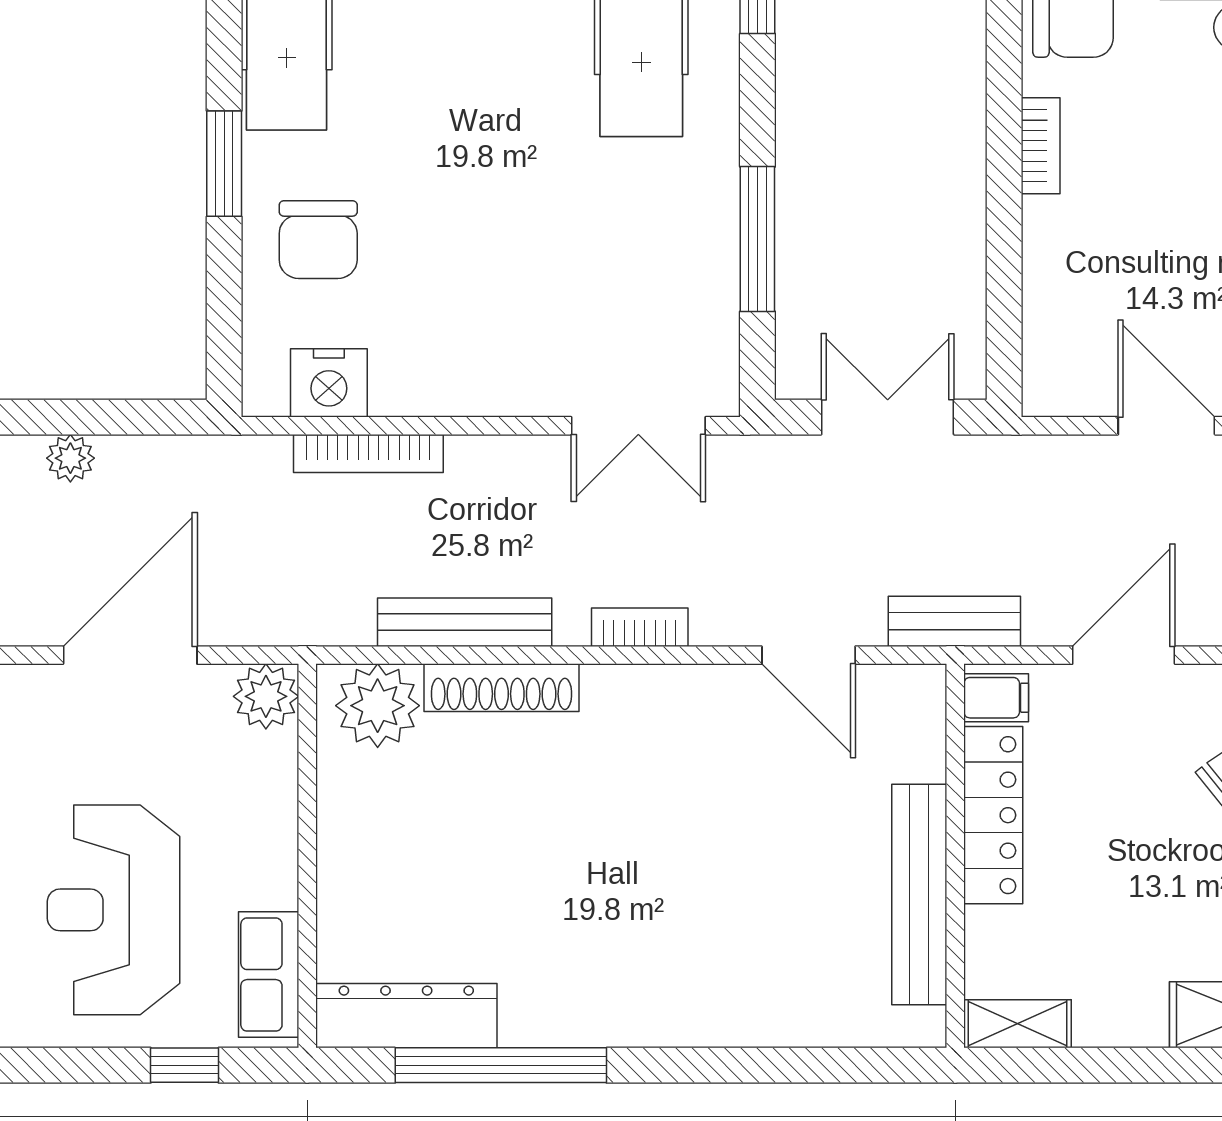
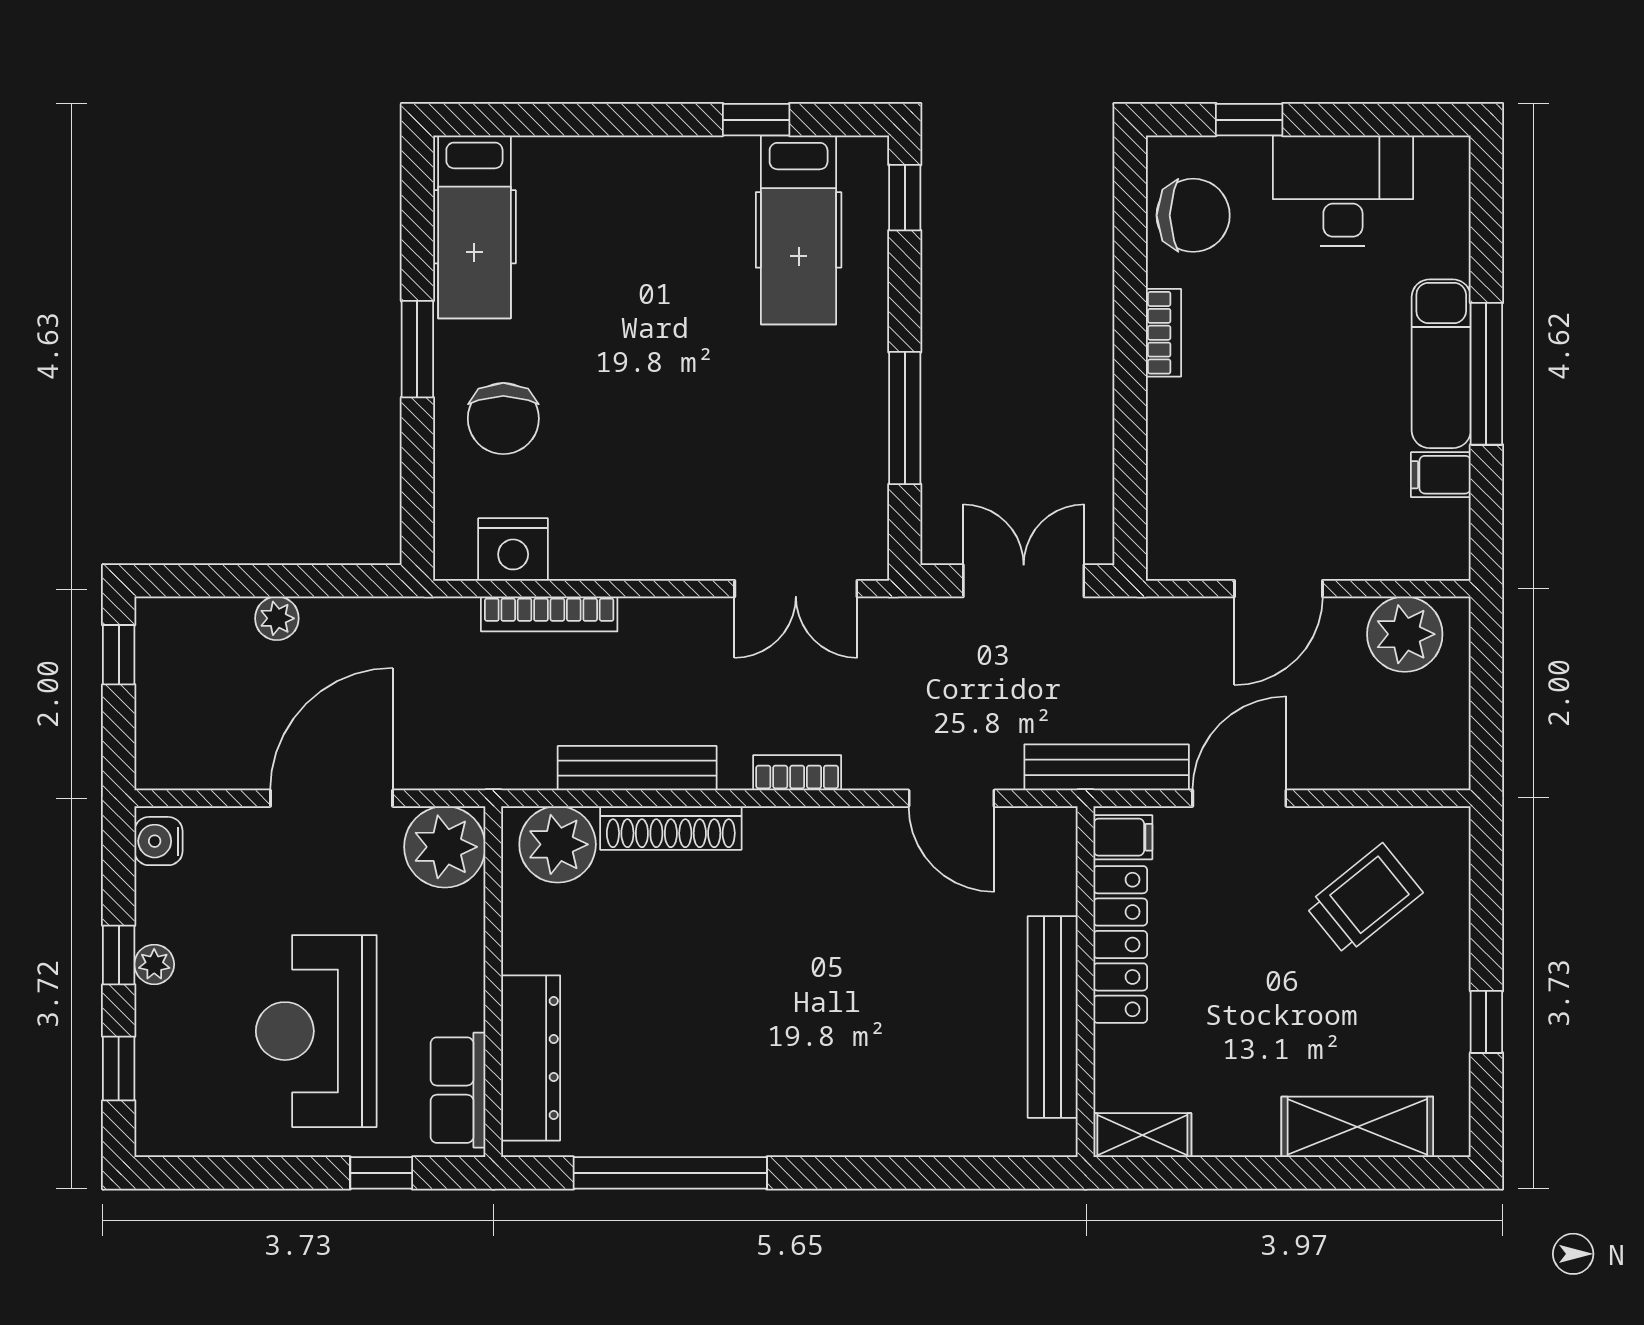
door: (1166, 426) -> (1278, 589), swing flipped
bench: (954, 621) -> (1107, 767), width x1.36
plant: (266, 696) -> (445, 847), width x1.36, depth x1.36
dresser: (406, 1016) -> (531, 1058), moved, turned 90

